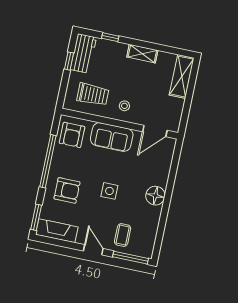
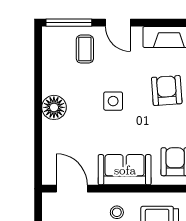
door: (155, 131) -> (72, 189), hinge flipped
armchair: (67, 190) -> (167, 91), turned 86

